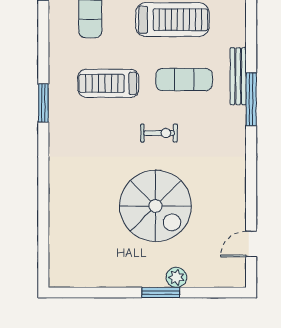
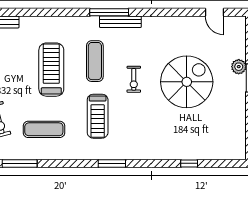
bench: (238, 76) -> (120, 22), moved
exercise bike: (159, 133) -> (134, 79), turned 180
window: (43, 209) -> (189, 163), added

